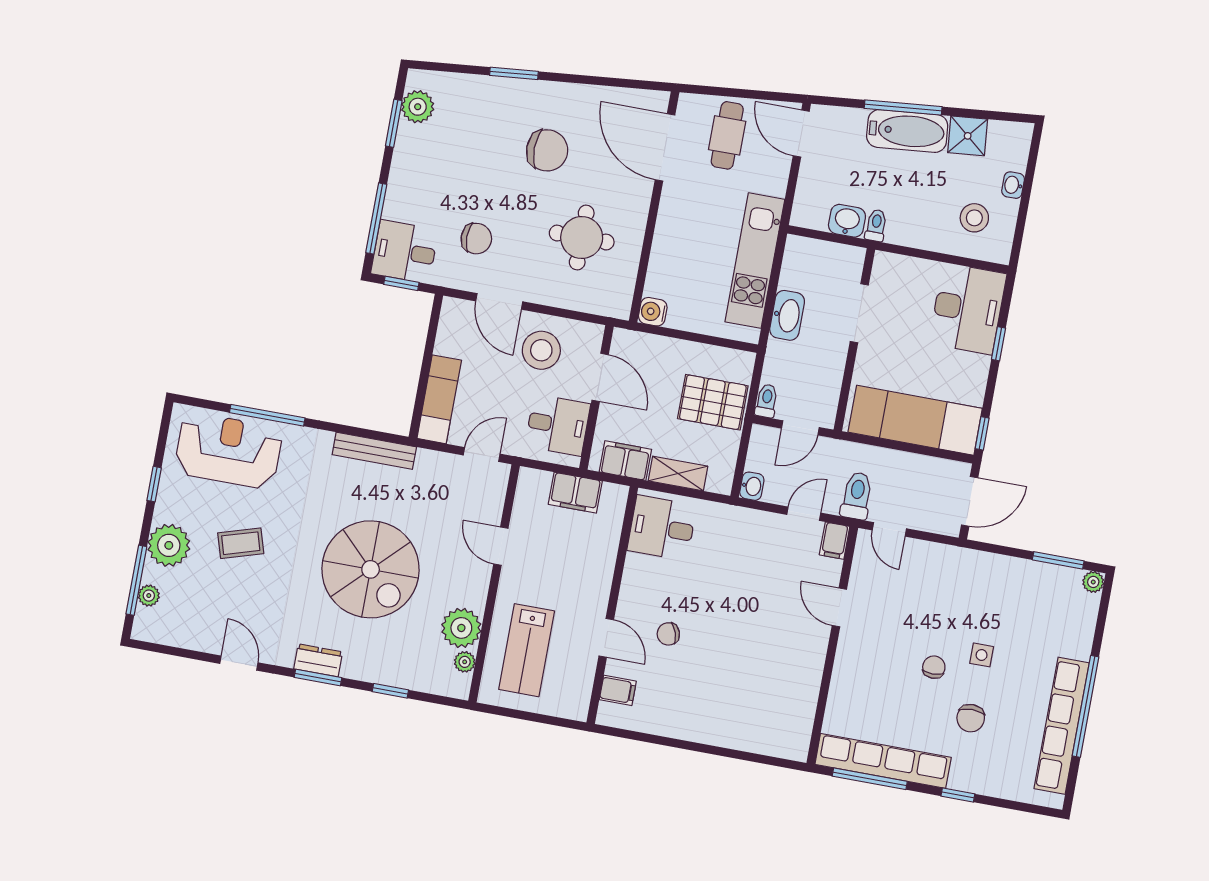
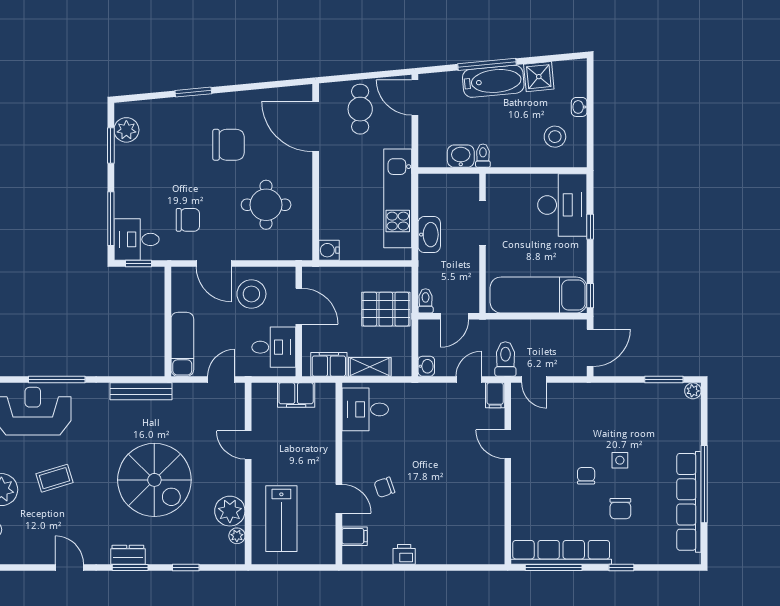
printer: (678, 726) -> (404, 554), added

